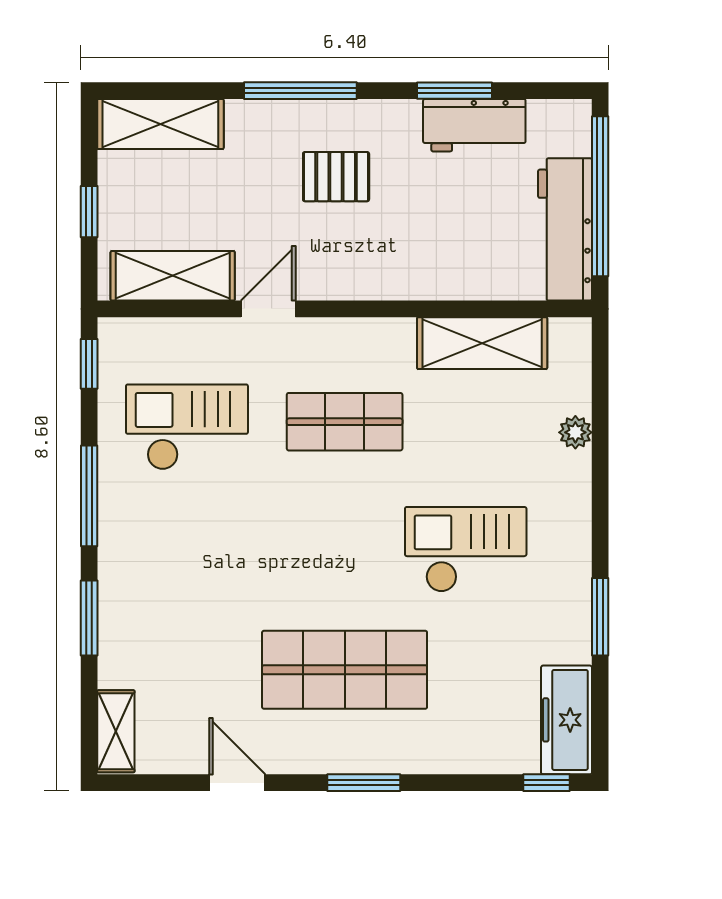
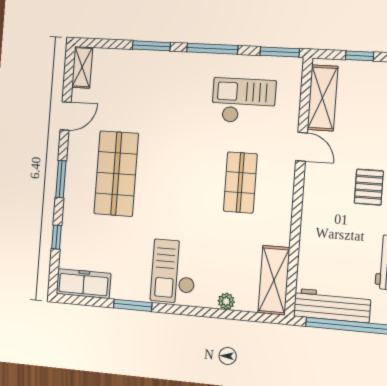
shelving: (482, 343) -> (274, 280), moved
window: (89, 364) -> (280, 52), width x1.50
checkout: (187, 427) -> (244, 101), turned -90
checkout: (466, 549) -> (174, 271), moved, turned 180
shelving: (116, 731) -> (82, 67), moved, turned 90
window: (546, 783) -> (57, 237), moved

